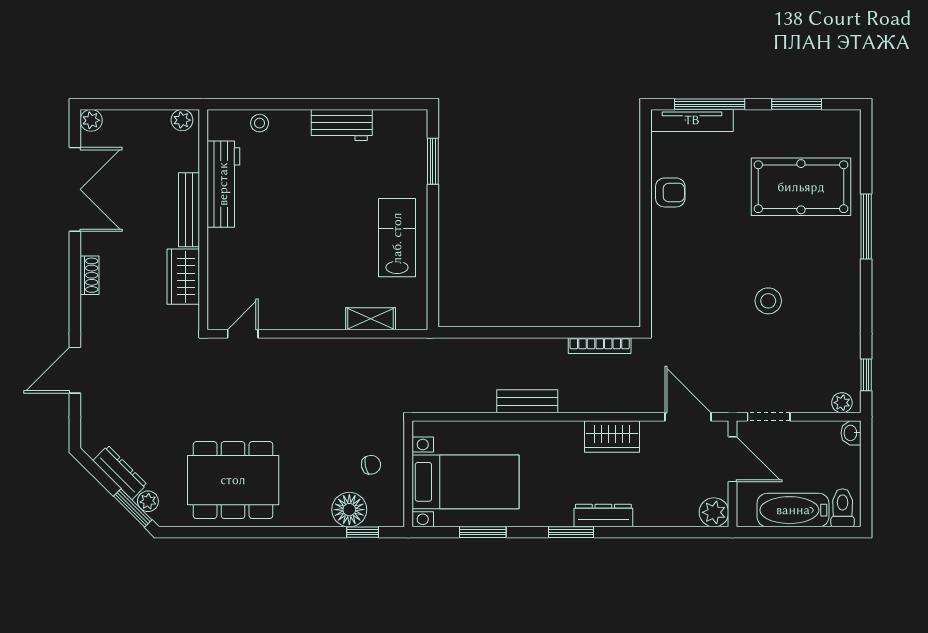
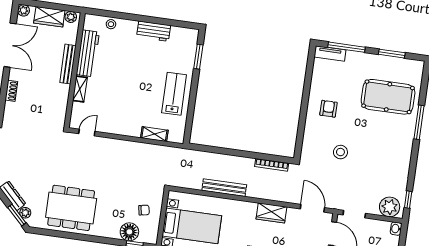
tv unit: (692, 120) -> (330, 54), width x0.71
armchair: (670, 192) -> (328, 109), moved, turned -90
shelving: (218, 254) -> (80, 89), added
wardrobe: (183, 277) -> (49, 17), moved, turned -90
stool: (768, 301) -> (340, 152), moved
bench: (527, 401) -> (224, 188), width x1.36
plant: (842, 403) -> (390, 207), width x1.88, depth x1.88

